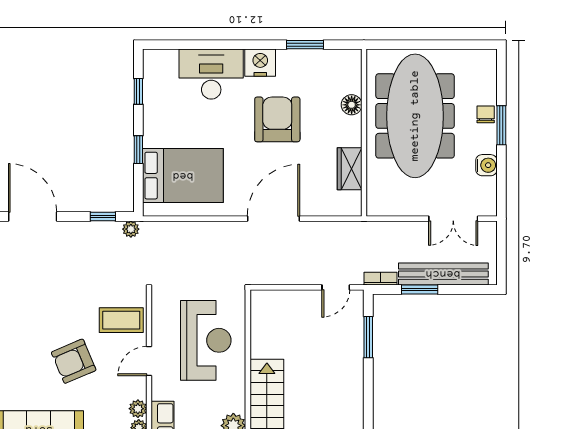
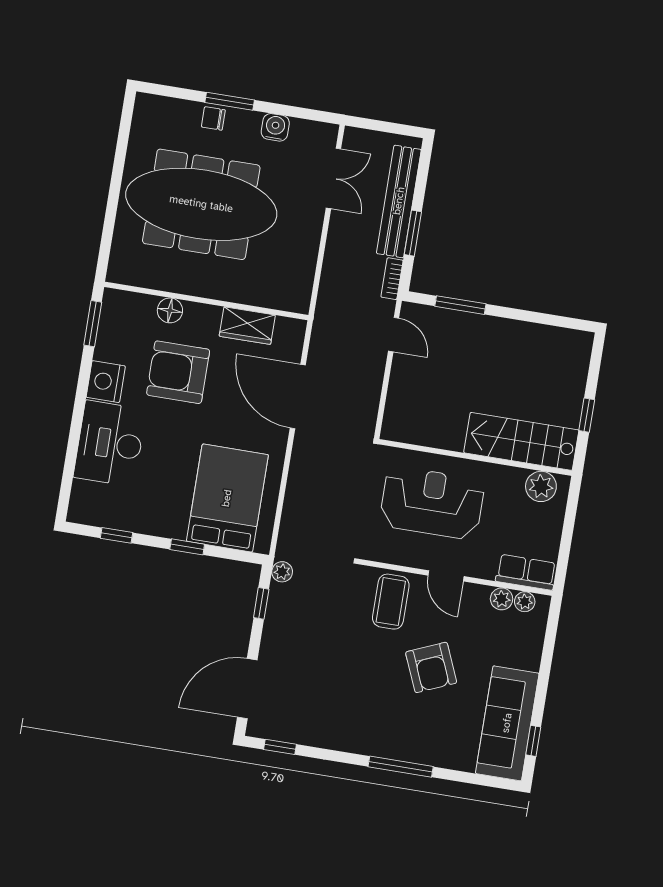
floor lamp: (352, 105) -> (170, 310), moved
wall: (364, 133) -> (206, 301), moved
wardrobe: (350, 169) -> (247, 326), moved

